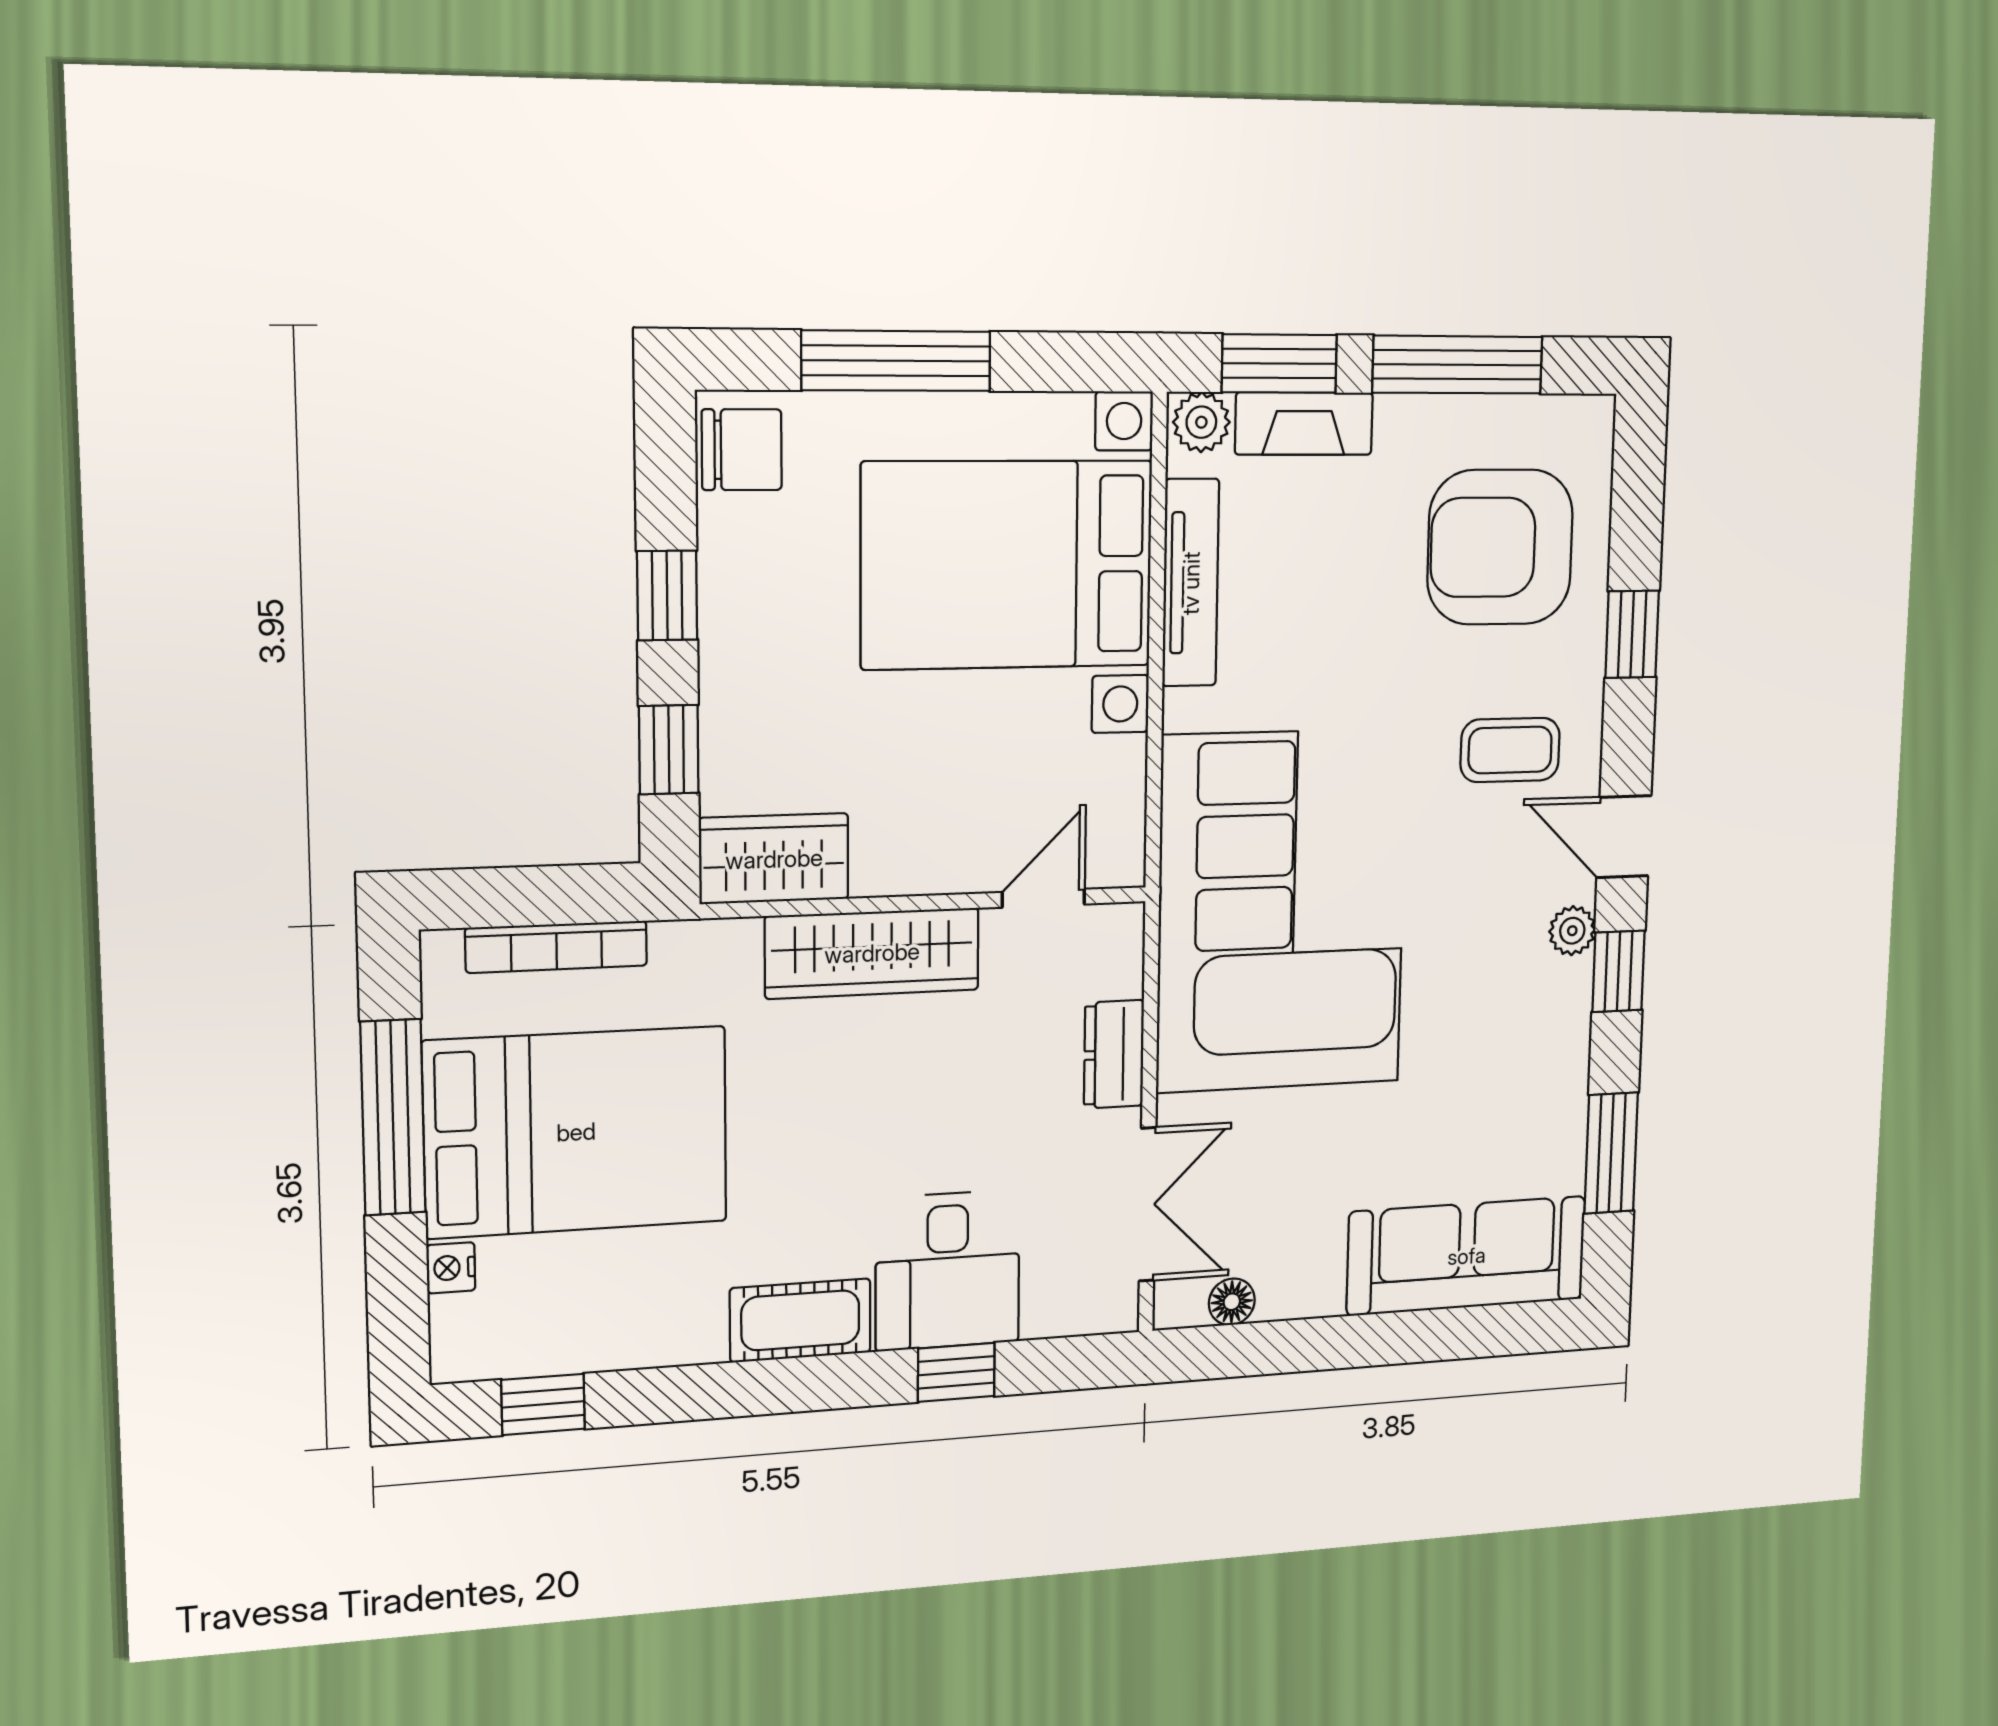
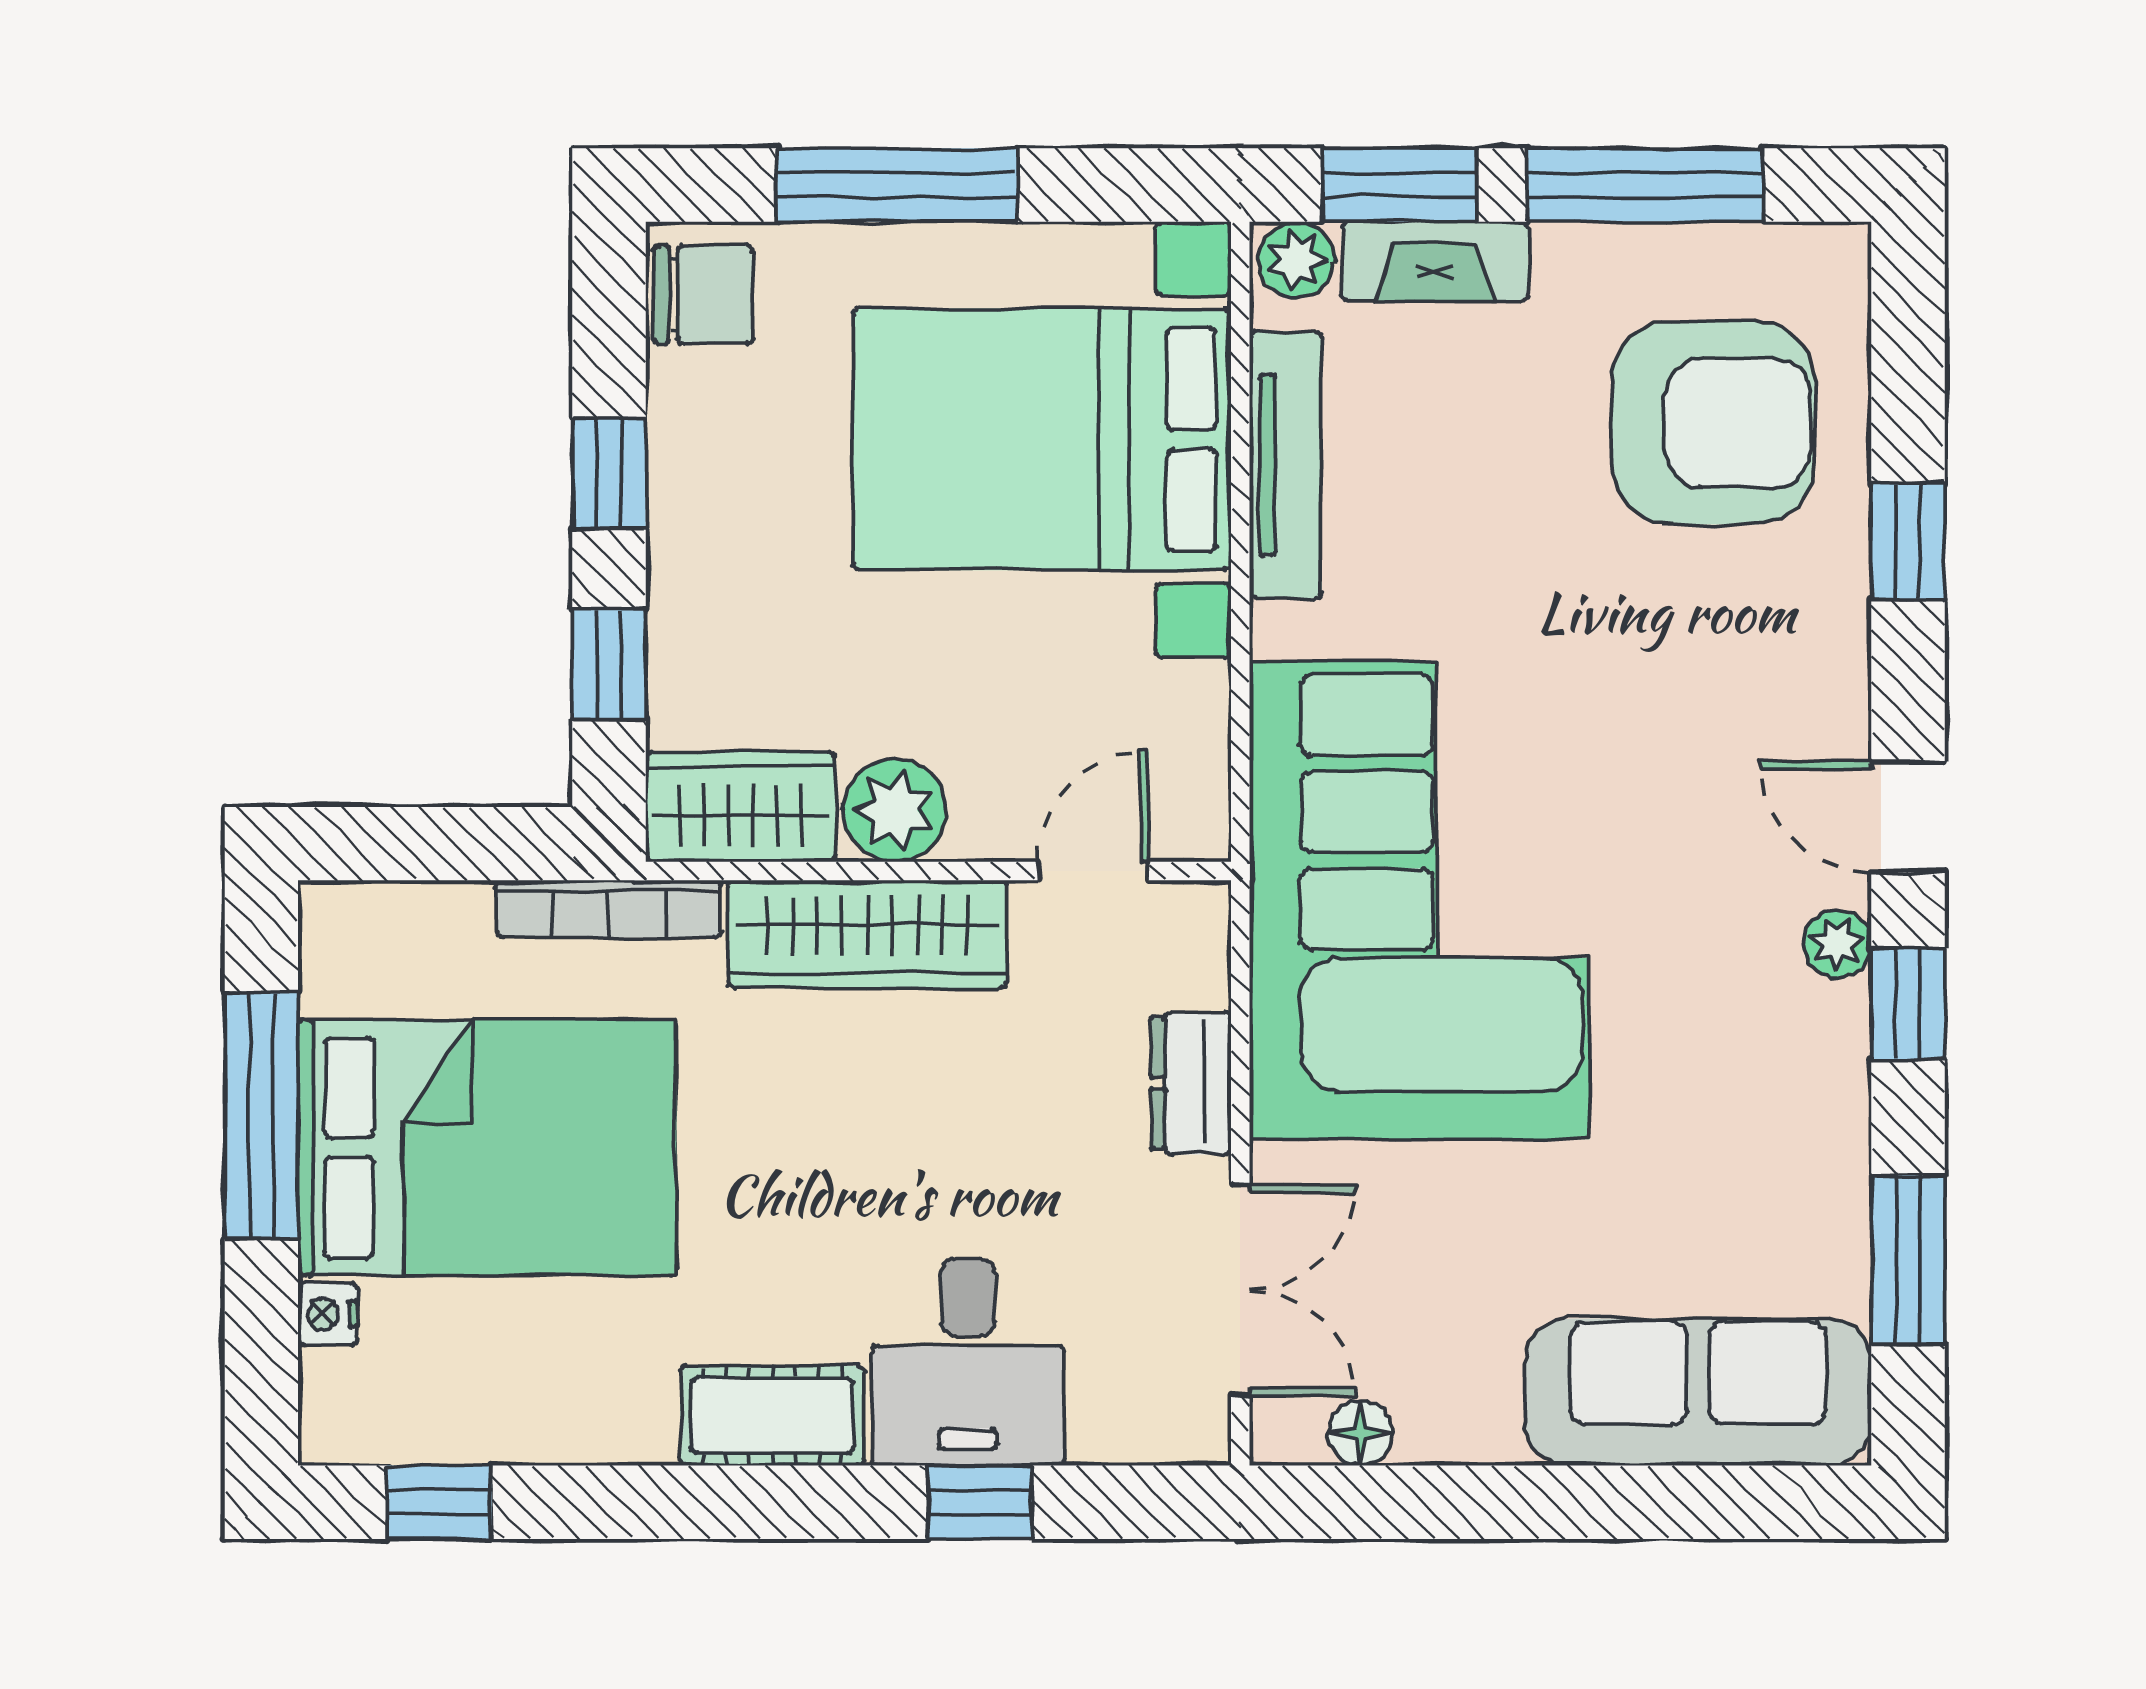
armchair: (1500, 547) -> (1713, 423), turned 180
coffee table: (1510, 750) -> (1737, 694), removed
plant: (893, 857) -> (895, 810), added
bookcase: (556, 947) -> (609, 909), moved

